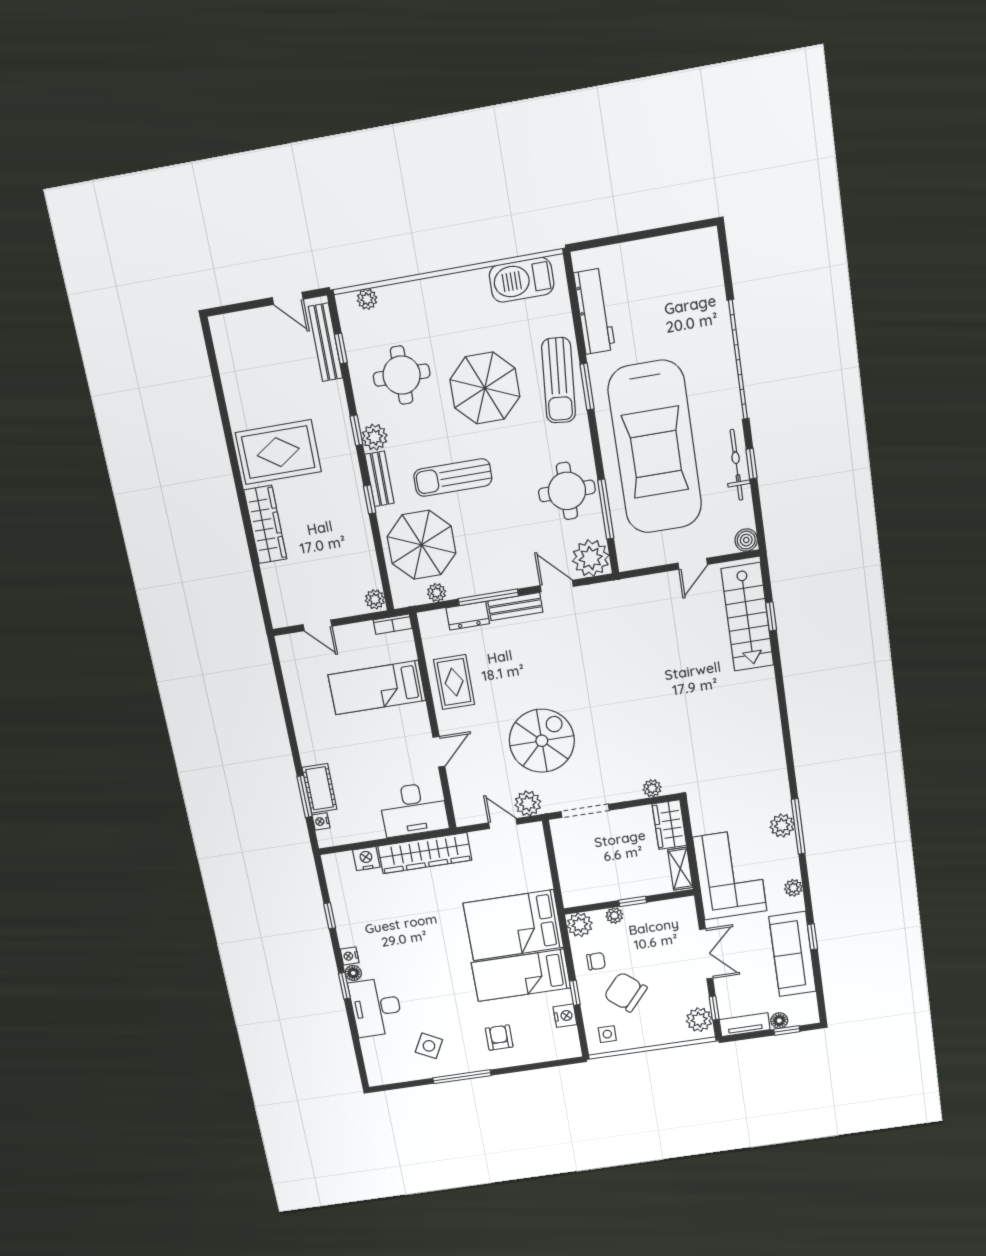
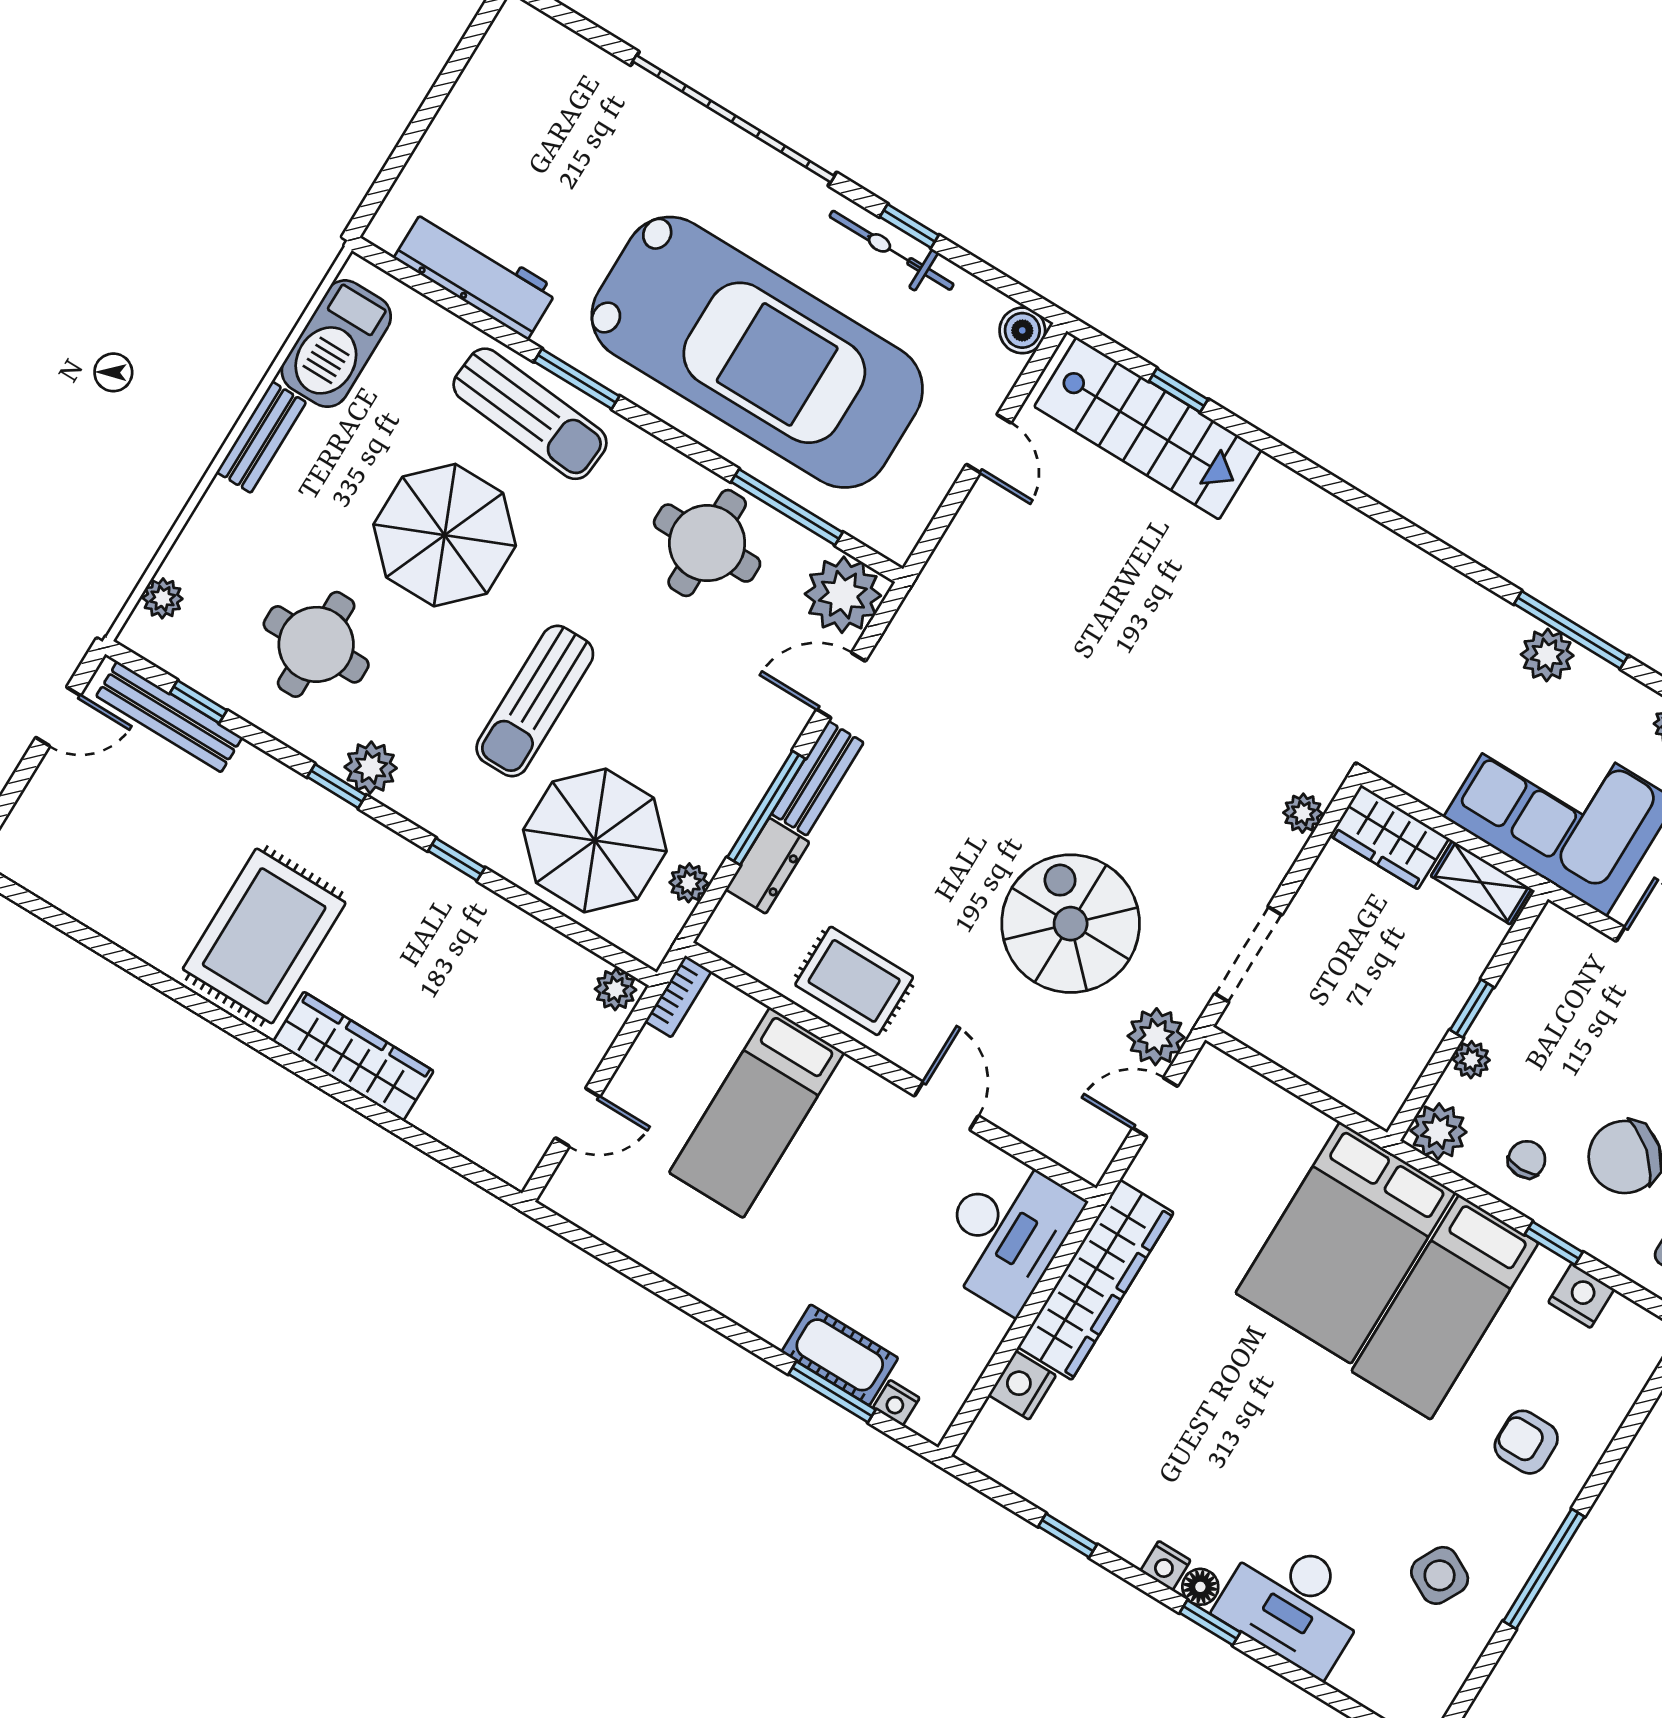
bench: (379, 479) -> (261, 437), moved, turned 90

